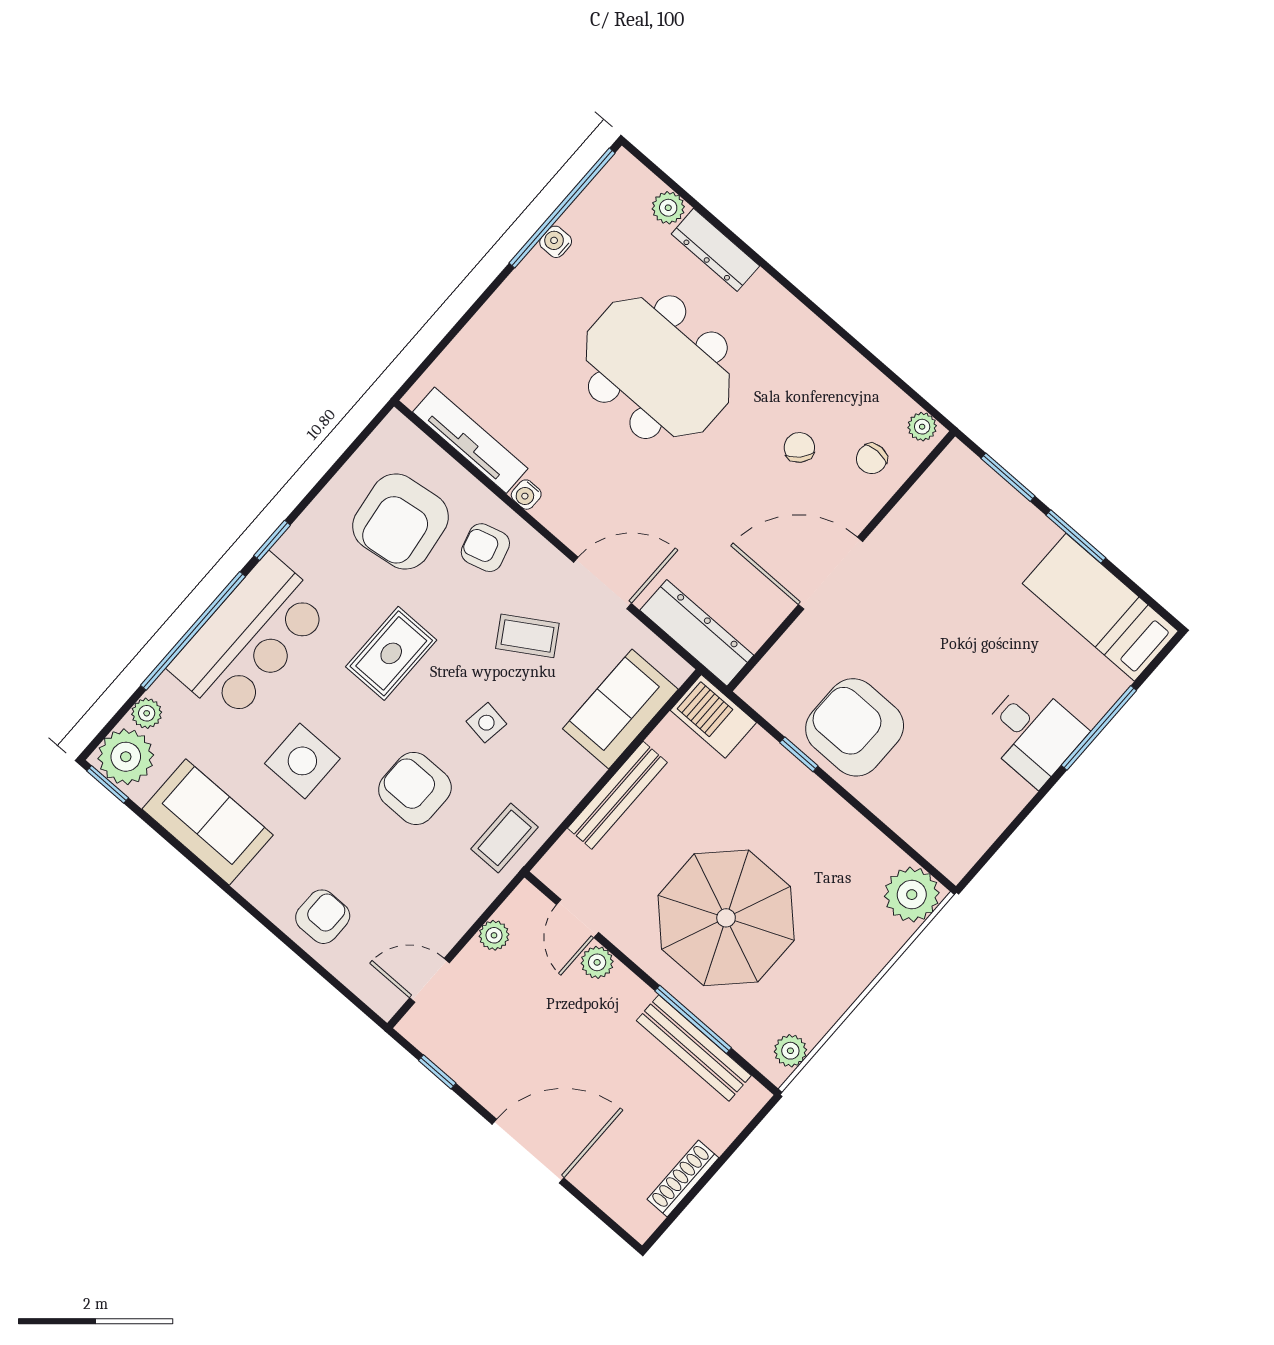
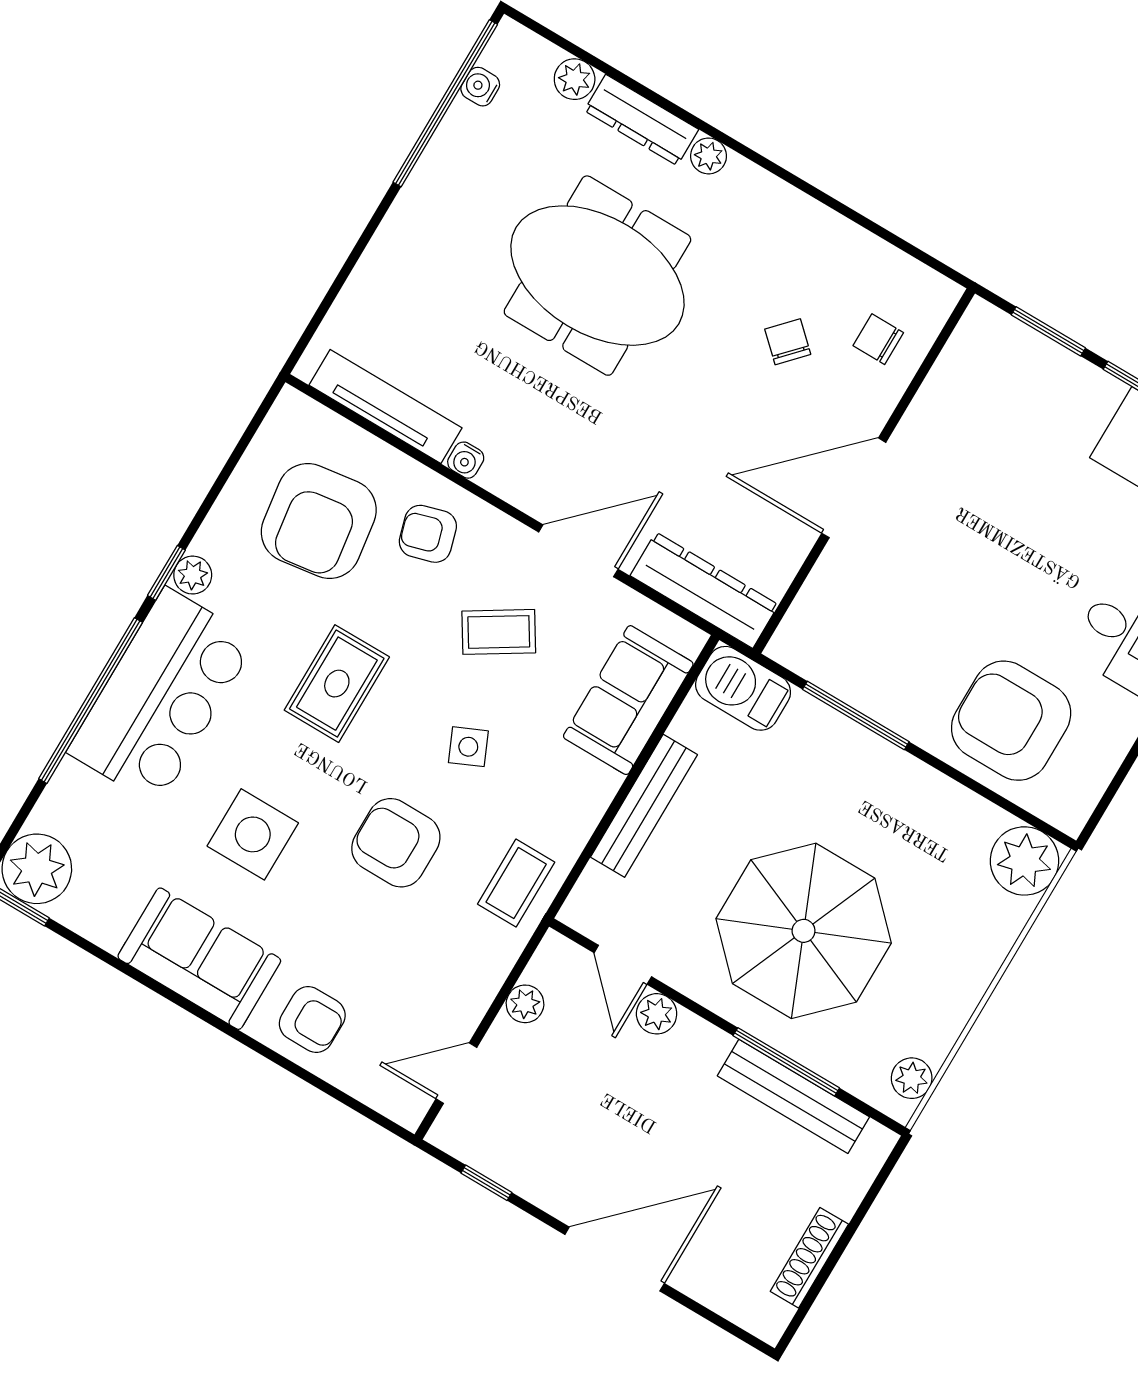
water cooler: (556, 242) -> (480, 87), moved
plant: (922, 427) -> (709, 156), moved
chair: (872, 459) -> (878, 339), turned 90
plant: (147, 713) -> (193, 575), moved
side table: (486, 723) -> (468, 747), turned -32
armchair: (855, 727) -> (1011, 721), moved
window: (799, 754) -> (856, 715), width x2.17
sofa: (208, 822) -> (199, 959), moved
armchair: (323, 917) -> (312, 1019), turned 90

